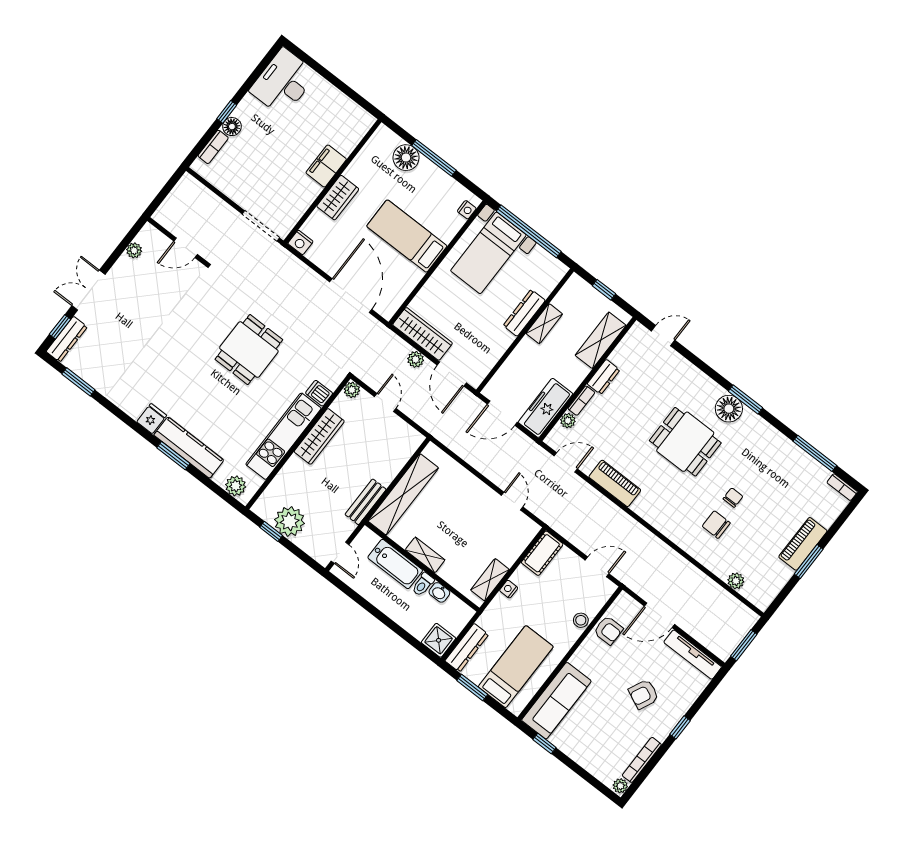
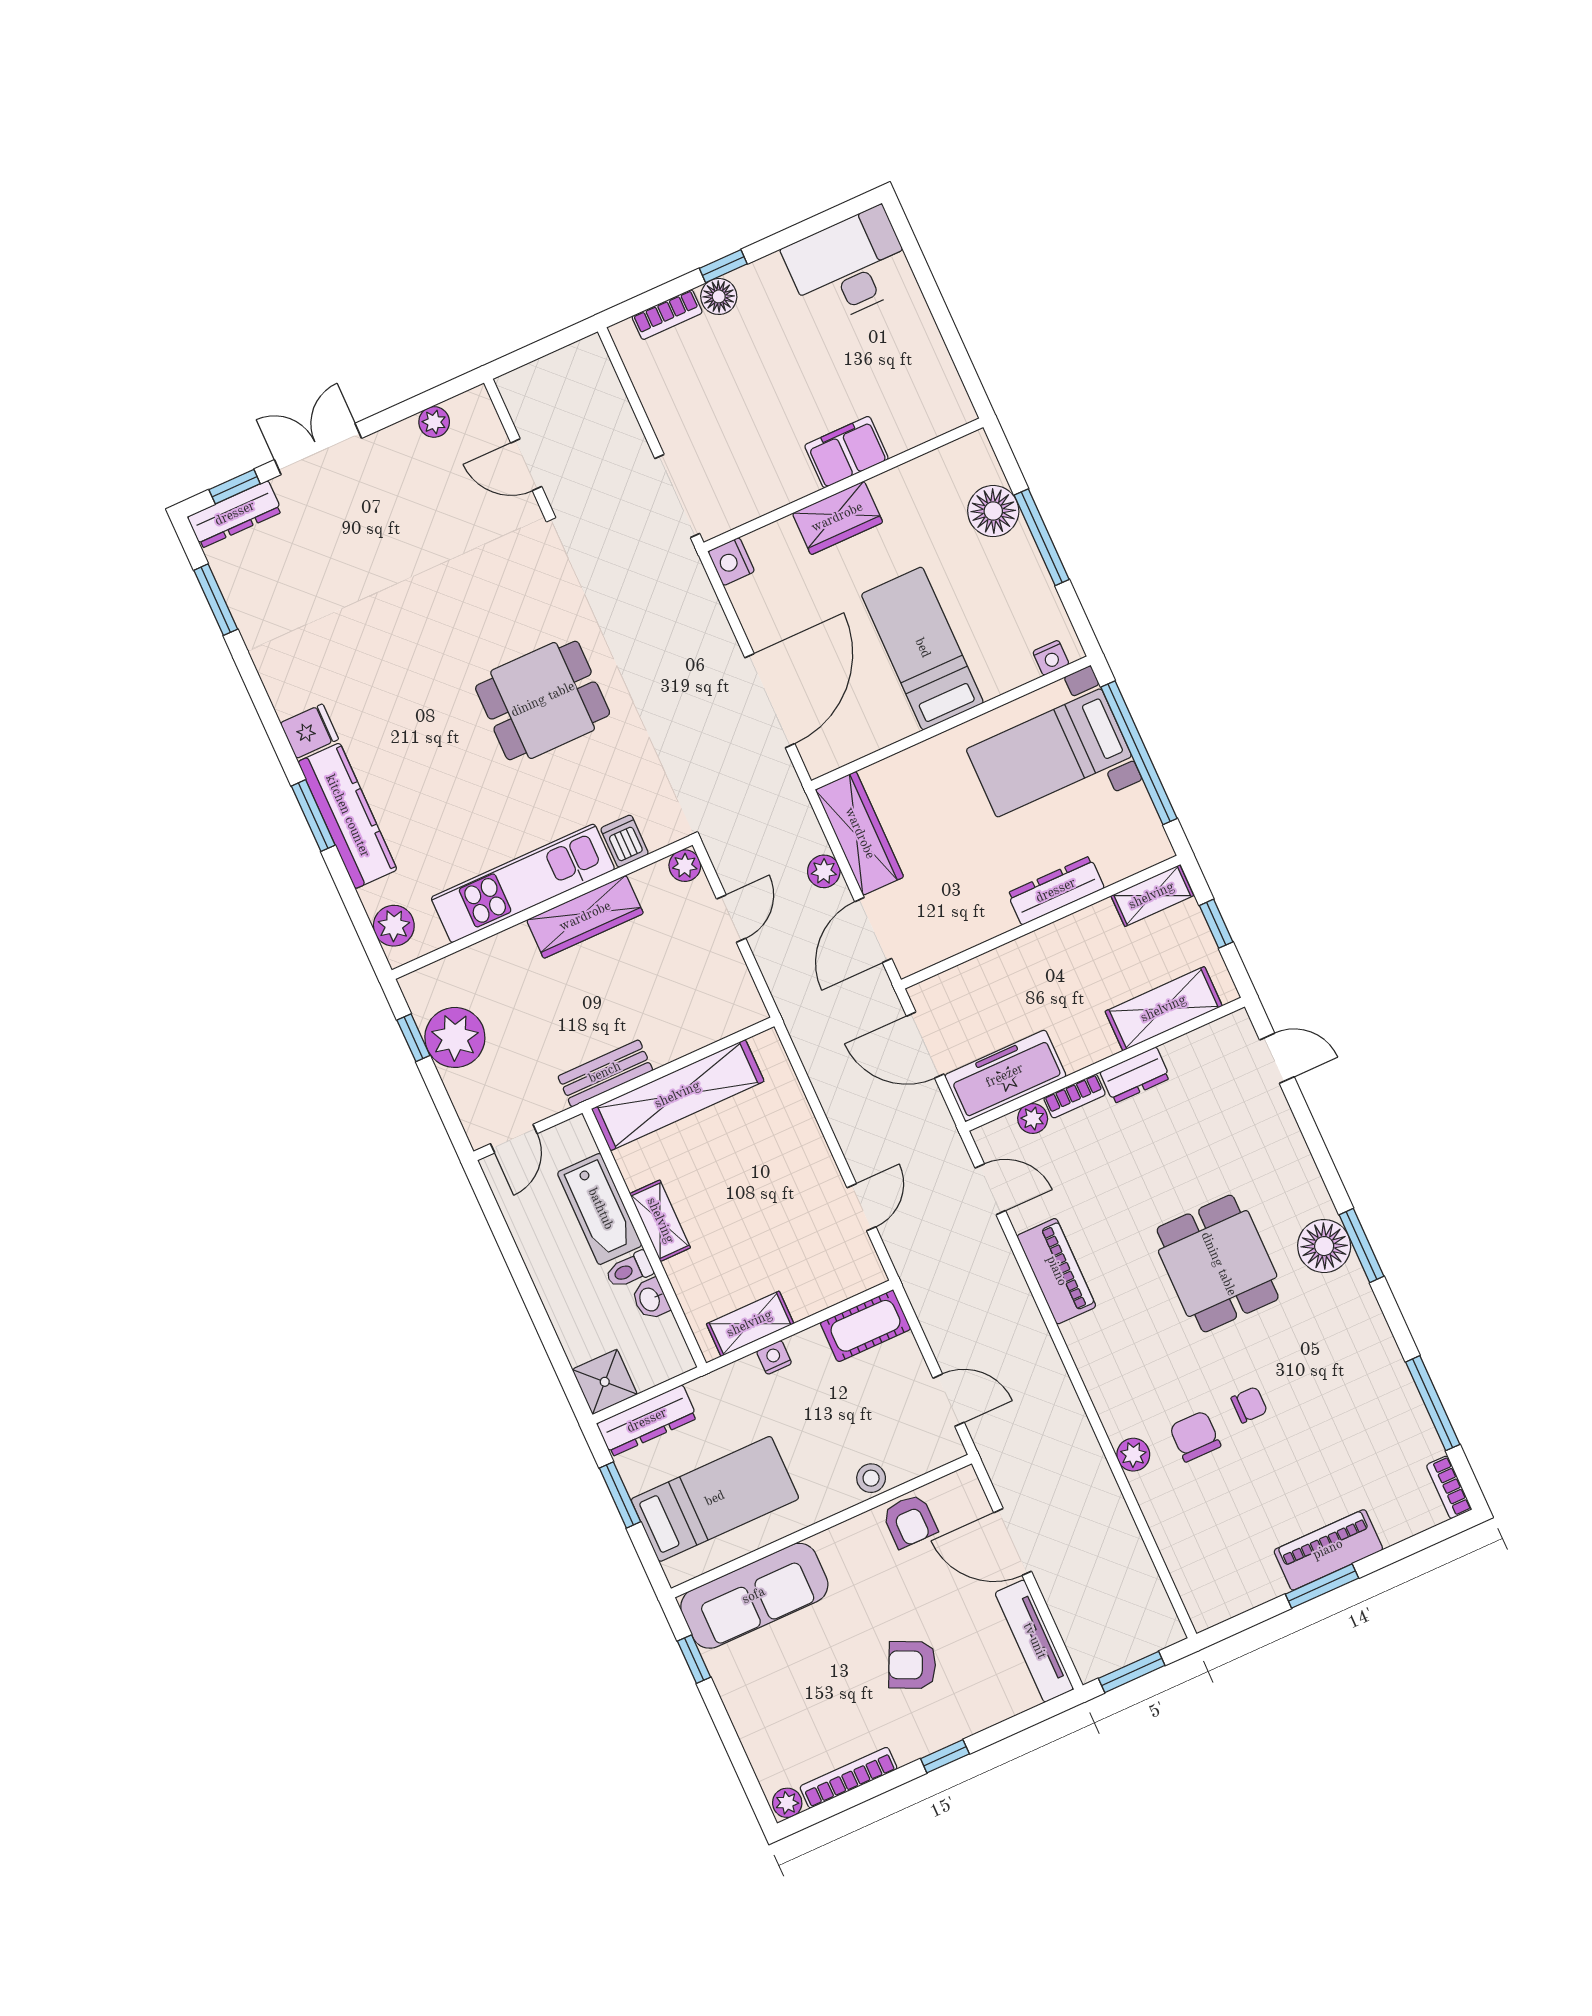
shelving: (544, 324) -> (1152, 896), moved
plant: (736, 581) -> (1133, 1455), moved

